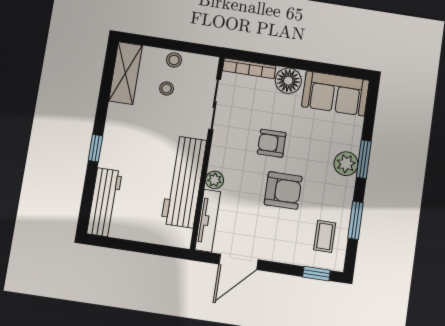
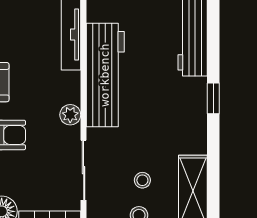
plant: (215, 180) -> (70, 115), moved

